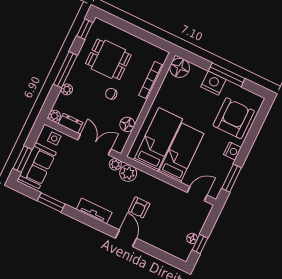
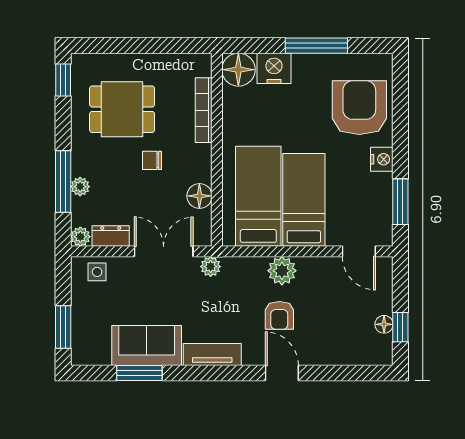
window: (65, 70) -> (63, 182), moved
nightstand: (213, 83) -> (274, 68), moved
sofa: (37, 166) -> (147, 345), moved, turned -90
plant: (128, 173) -> (282, 271), moved
door: (197, 194) -> (359, 251), swing flipped

